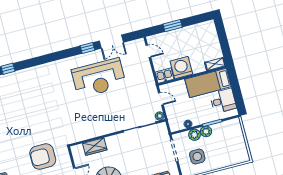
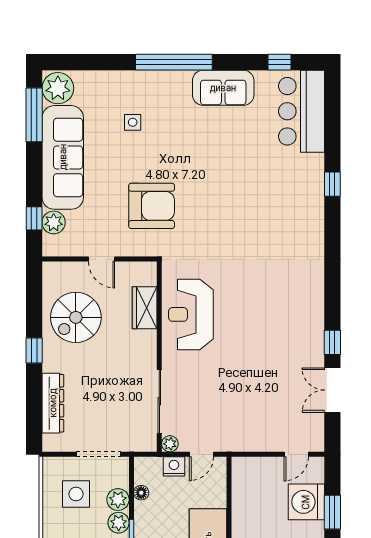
washing machine: (181, 68) -> (306, 502), moved, turned 180
kitchen sink: (164, 76) -> (243, 472), removed
reception desk: (99, 78) -> (191, 314), moved, width x0.74, depth x0.77
nightstand: (171, 111) -> (174, 466), added
armchair: (43, 157) -> (152, 206), turned 90

